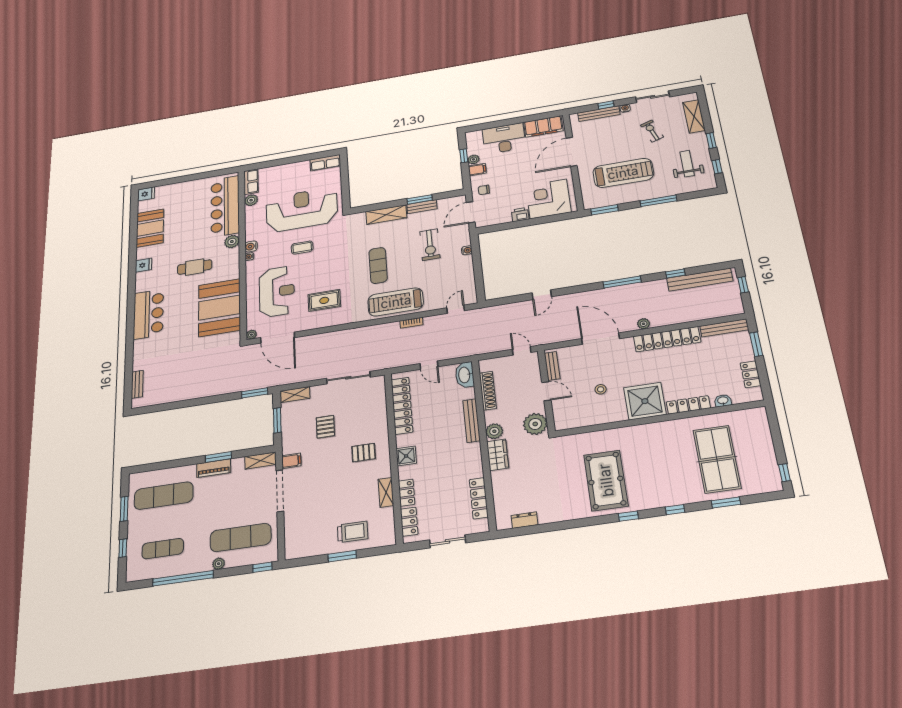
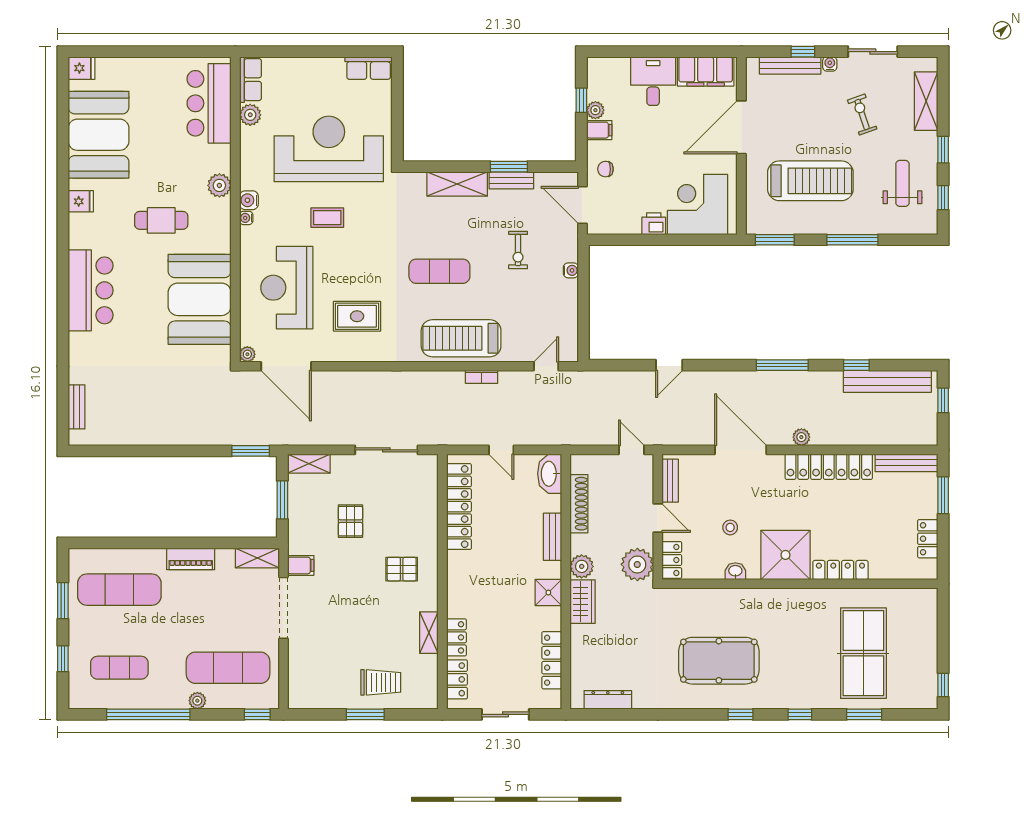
desk: (504, 139) -> (653, 81), width x0.73
bar counter: (225, 206) -> (209, 103), width x0.73
door: (471, 212) -> (582, 205), hinge flipped
booth: (150, 228) -> (99, 135), width x1.36, depth x1.42
exercise bike: (430, 245) -> (518, 250), width x0.73, depth x0.72
exercise mat: (378, 265) -> (439, 271), turned 90
reception desk: (277, 292) -> (287, 288), turned 180
washbasin: (723, 401) -> (735, 571), moved
locker: (560, 417) -> (672, 560), added
bench: (472, 421) -> (553, 537), width x0.73
shower: (406, 456) -> (548, 593), moved
window: (218, 457) -> (198, 543), removed
pool table: (606, 480) -> (719, 661), turned 90
dresser: (524, 520) -> (608, 700), width x1.44

